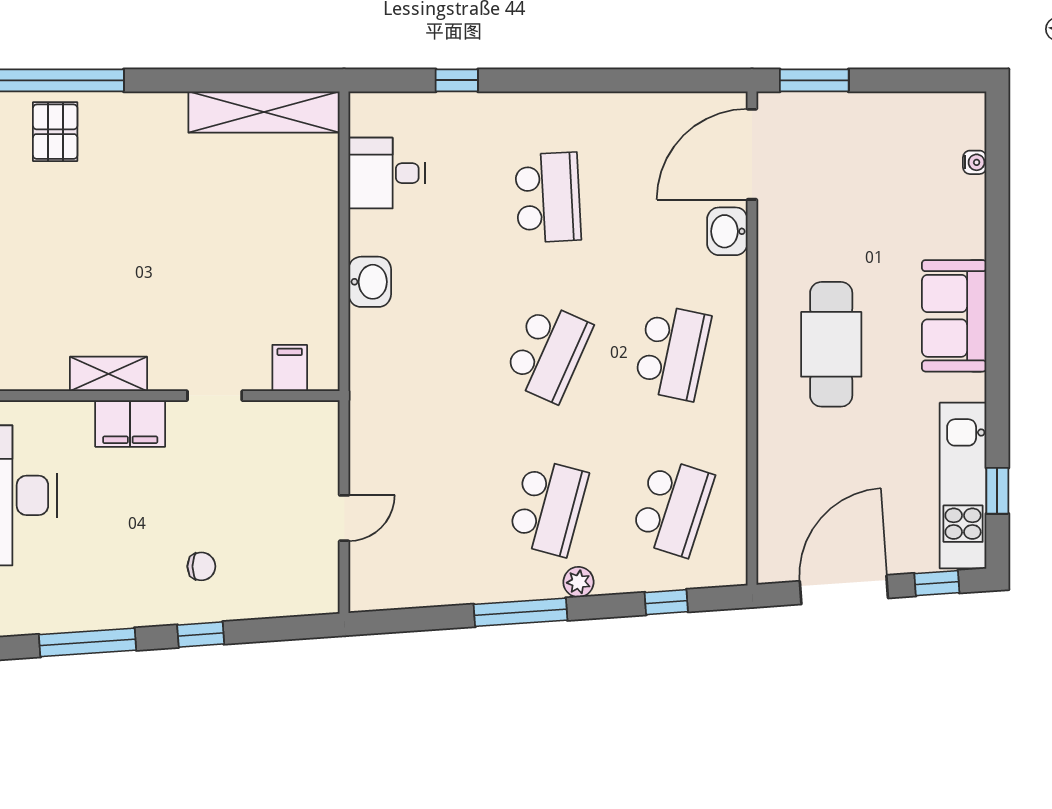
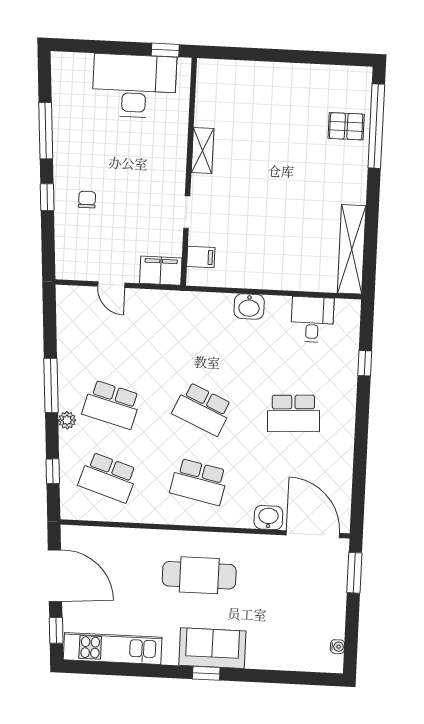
water cooler: (975, 162) -> (337, 647), moved, turned -90
filing cabinet: (130, 423) -> (161, 271), moved, turned 90
window: (997, 491) -> (206, 673), moved
chair: (201, 566) -> (87, 200), turned 180

